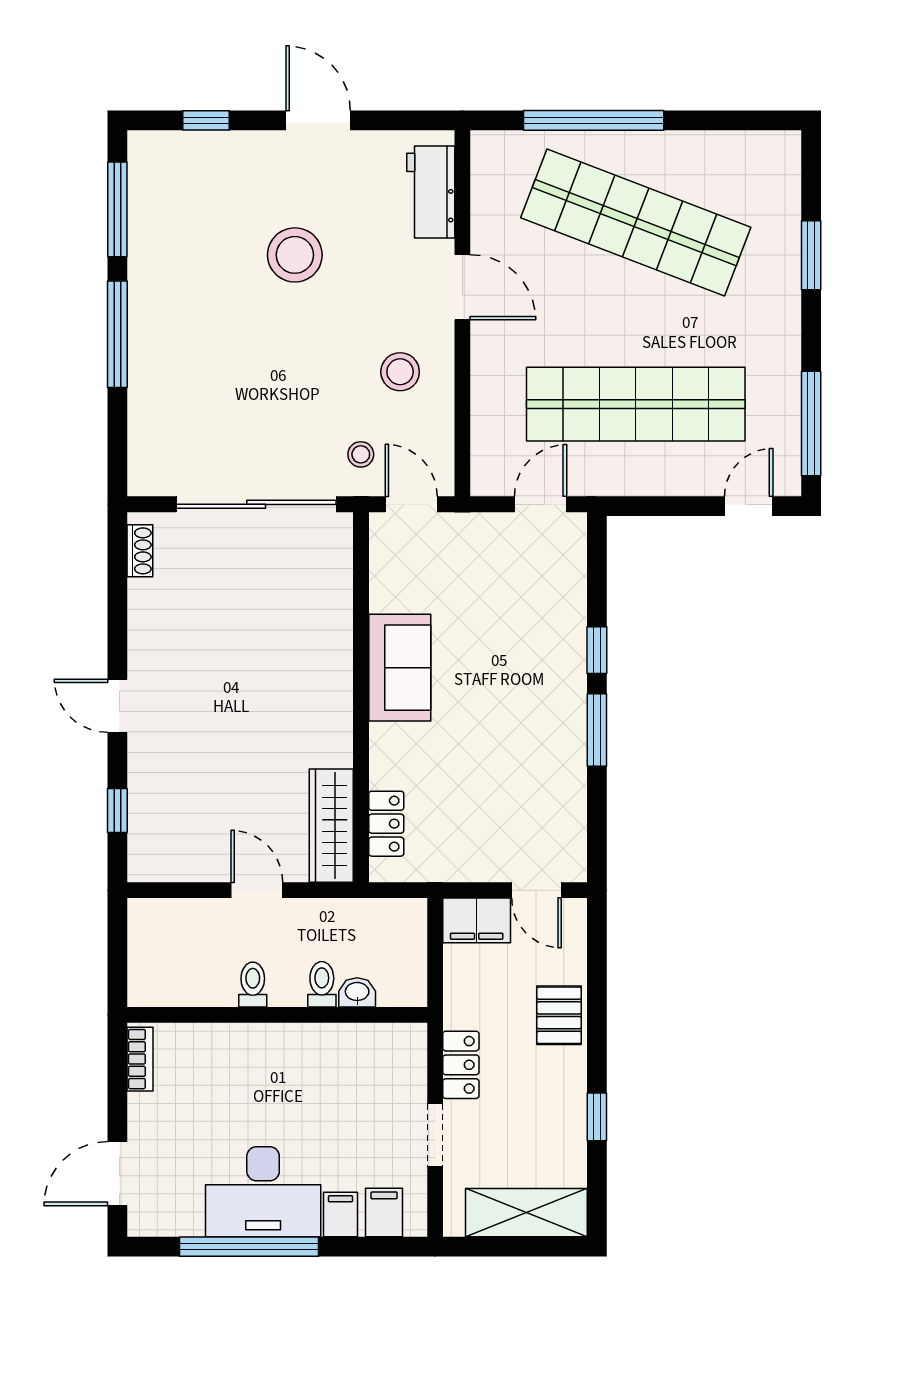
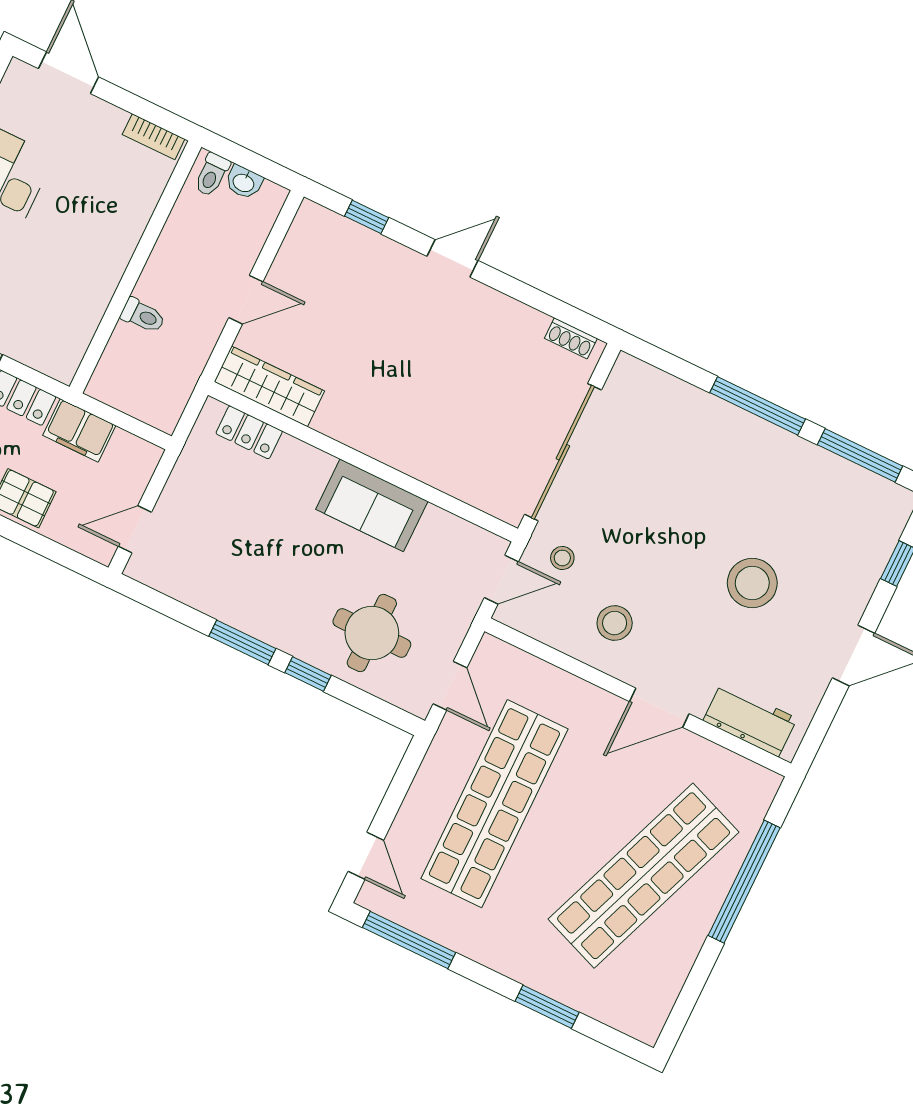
round table: (526, 607) -> (372, 633), added
filing cabinet: (477, 920) -> (79, 430), moved, turned -90
toilet: (253, 985) -> (212, 175), moved, turned 90
washbasin: (357, 992) -> (244, 182), moved, turned 90

